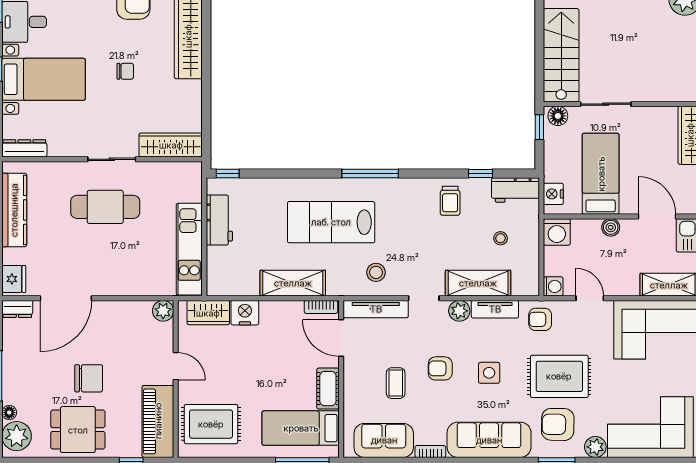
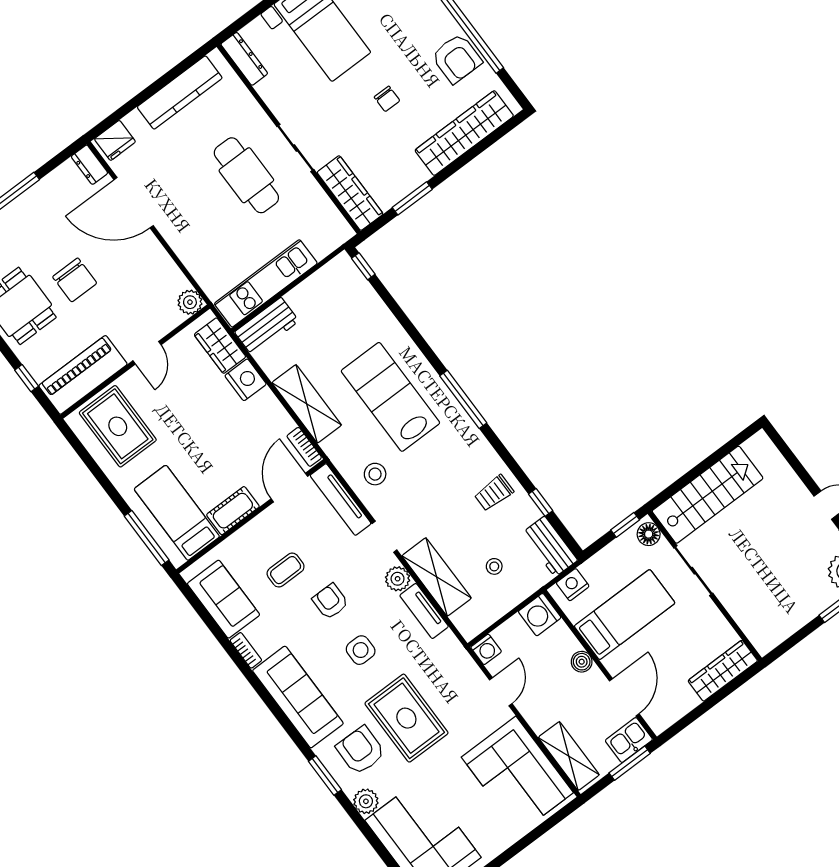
window: (206, 105) -> (412, 198), added
workbench: (219, 220) -> (267, 327), moved
armchair: (540, 319) -> (446, 660), removed

